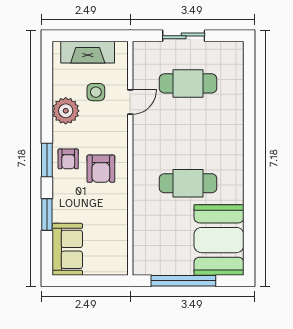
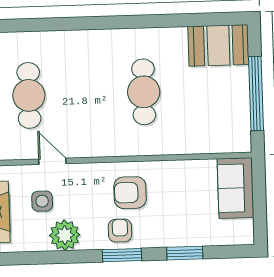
armchair: (68, 159) -> (120, 231), turned -90
armchair: (101, 169) -> (130, 193), turned 180
booth: (219, 240) -> (218, 45), width x0.73, depth x0.70
sofa: (67, 249) -> (235, 188), moved, turned -90

